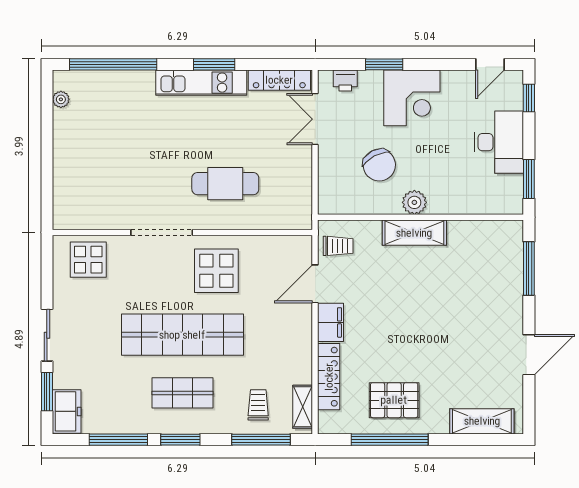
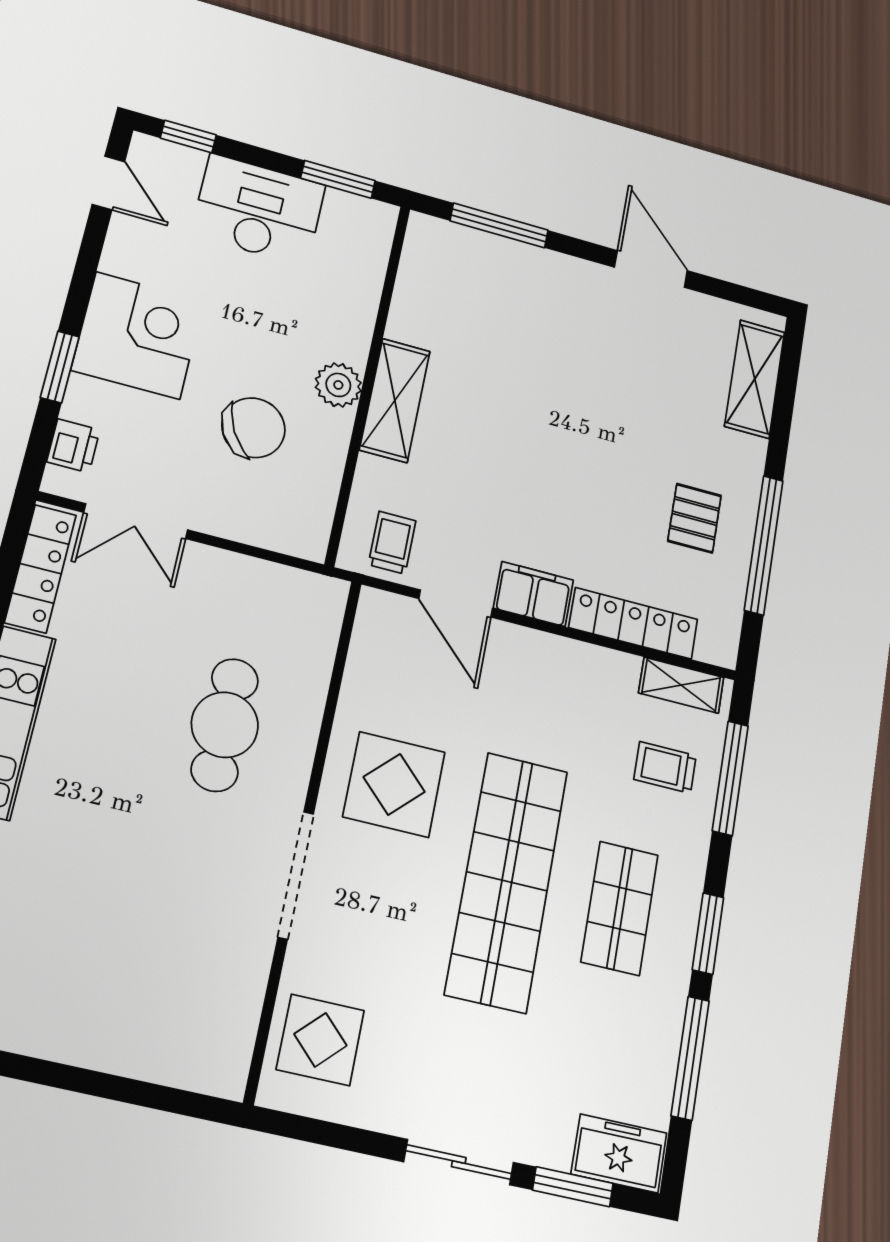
pallet: (394, 400) -> (695, 518), width x0.67, depth x0.71

